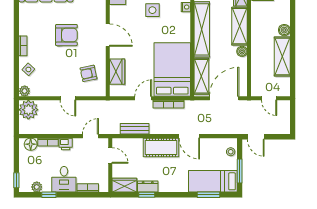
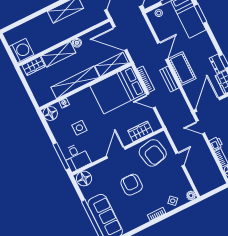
boiler: (284, 30) -> (44, 18), removed
armchair: (89, 73) -> (153, 153), width x1.88, depth x1.88
plant: (28, 110) -> (204, 185), removed
bench: (135, 129) -> (169, 79), moved
door: (110, 155) -> (208, 105), width x1.87

